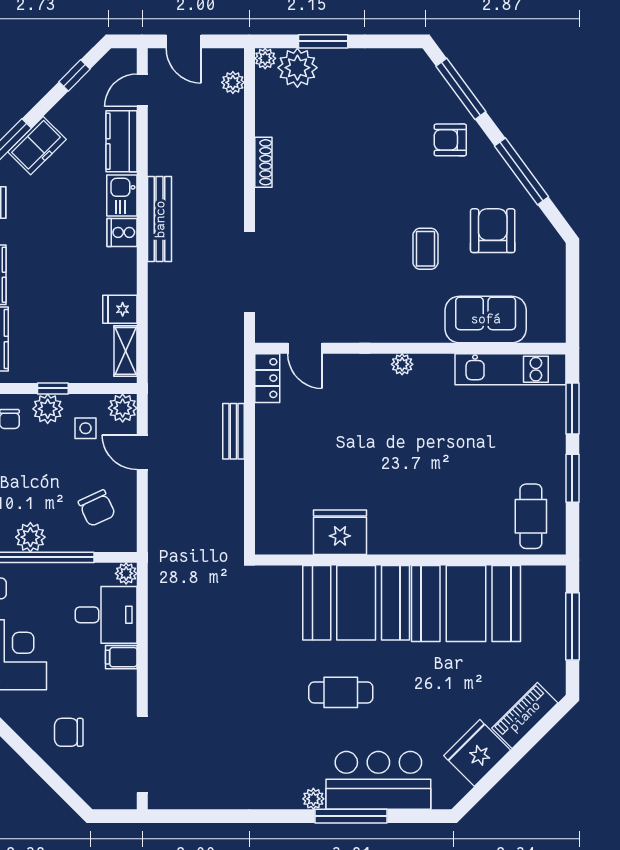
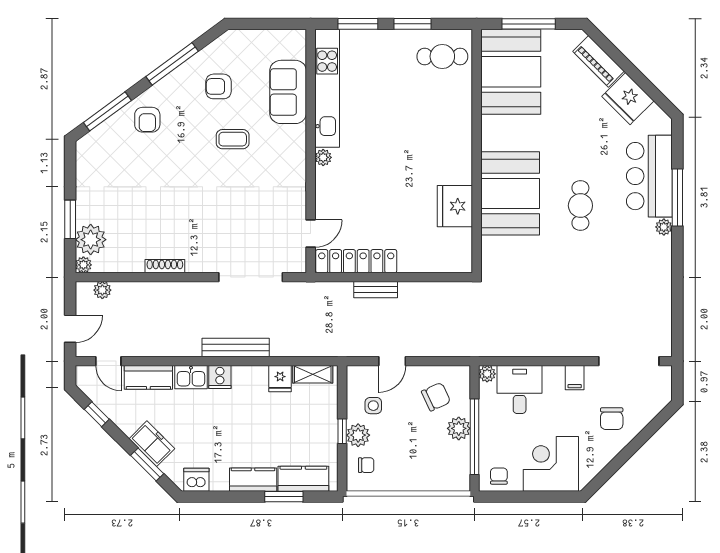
bench: (160, 219) -> (236, 348), moved
armchair: (493, 231) -> (218, 86), width x0.72, depth x0.72
kitchen unit: (510, 369) -> (327, 88), width x1.36
locker: (267, 378) -> (356, 261), width x2.16, depth x1.21
plant: (123, 408) -> (357, 376), removed
plant: (30, 537) -> (459, 428), moved
booth: (466, 604) -> (511, 72), moved
filing cabinet: (121, 657) -> (575, 378), moved

